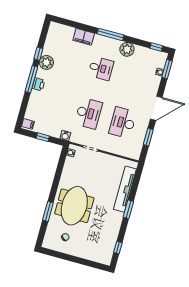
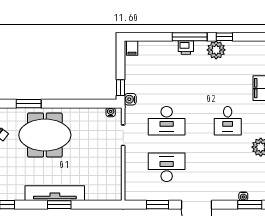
window: (43, 137) -> (120, 88), moved
tv unit: (125, 189) -> (55, 193), moved

